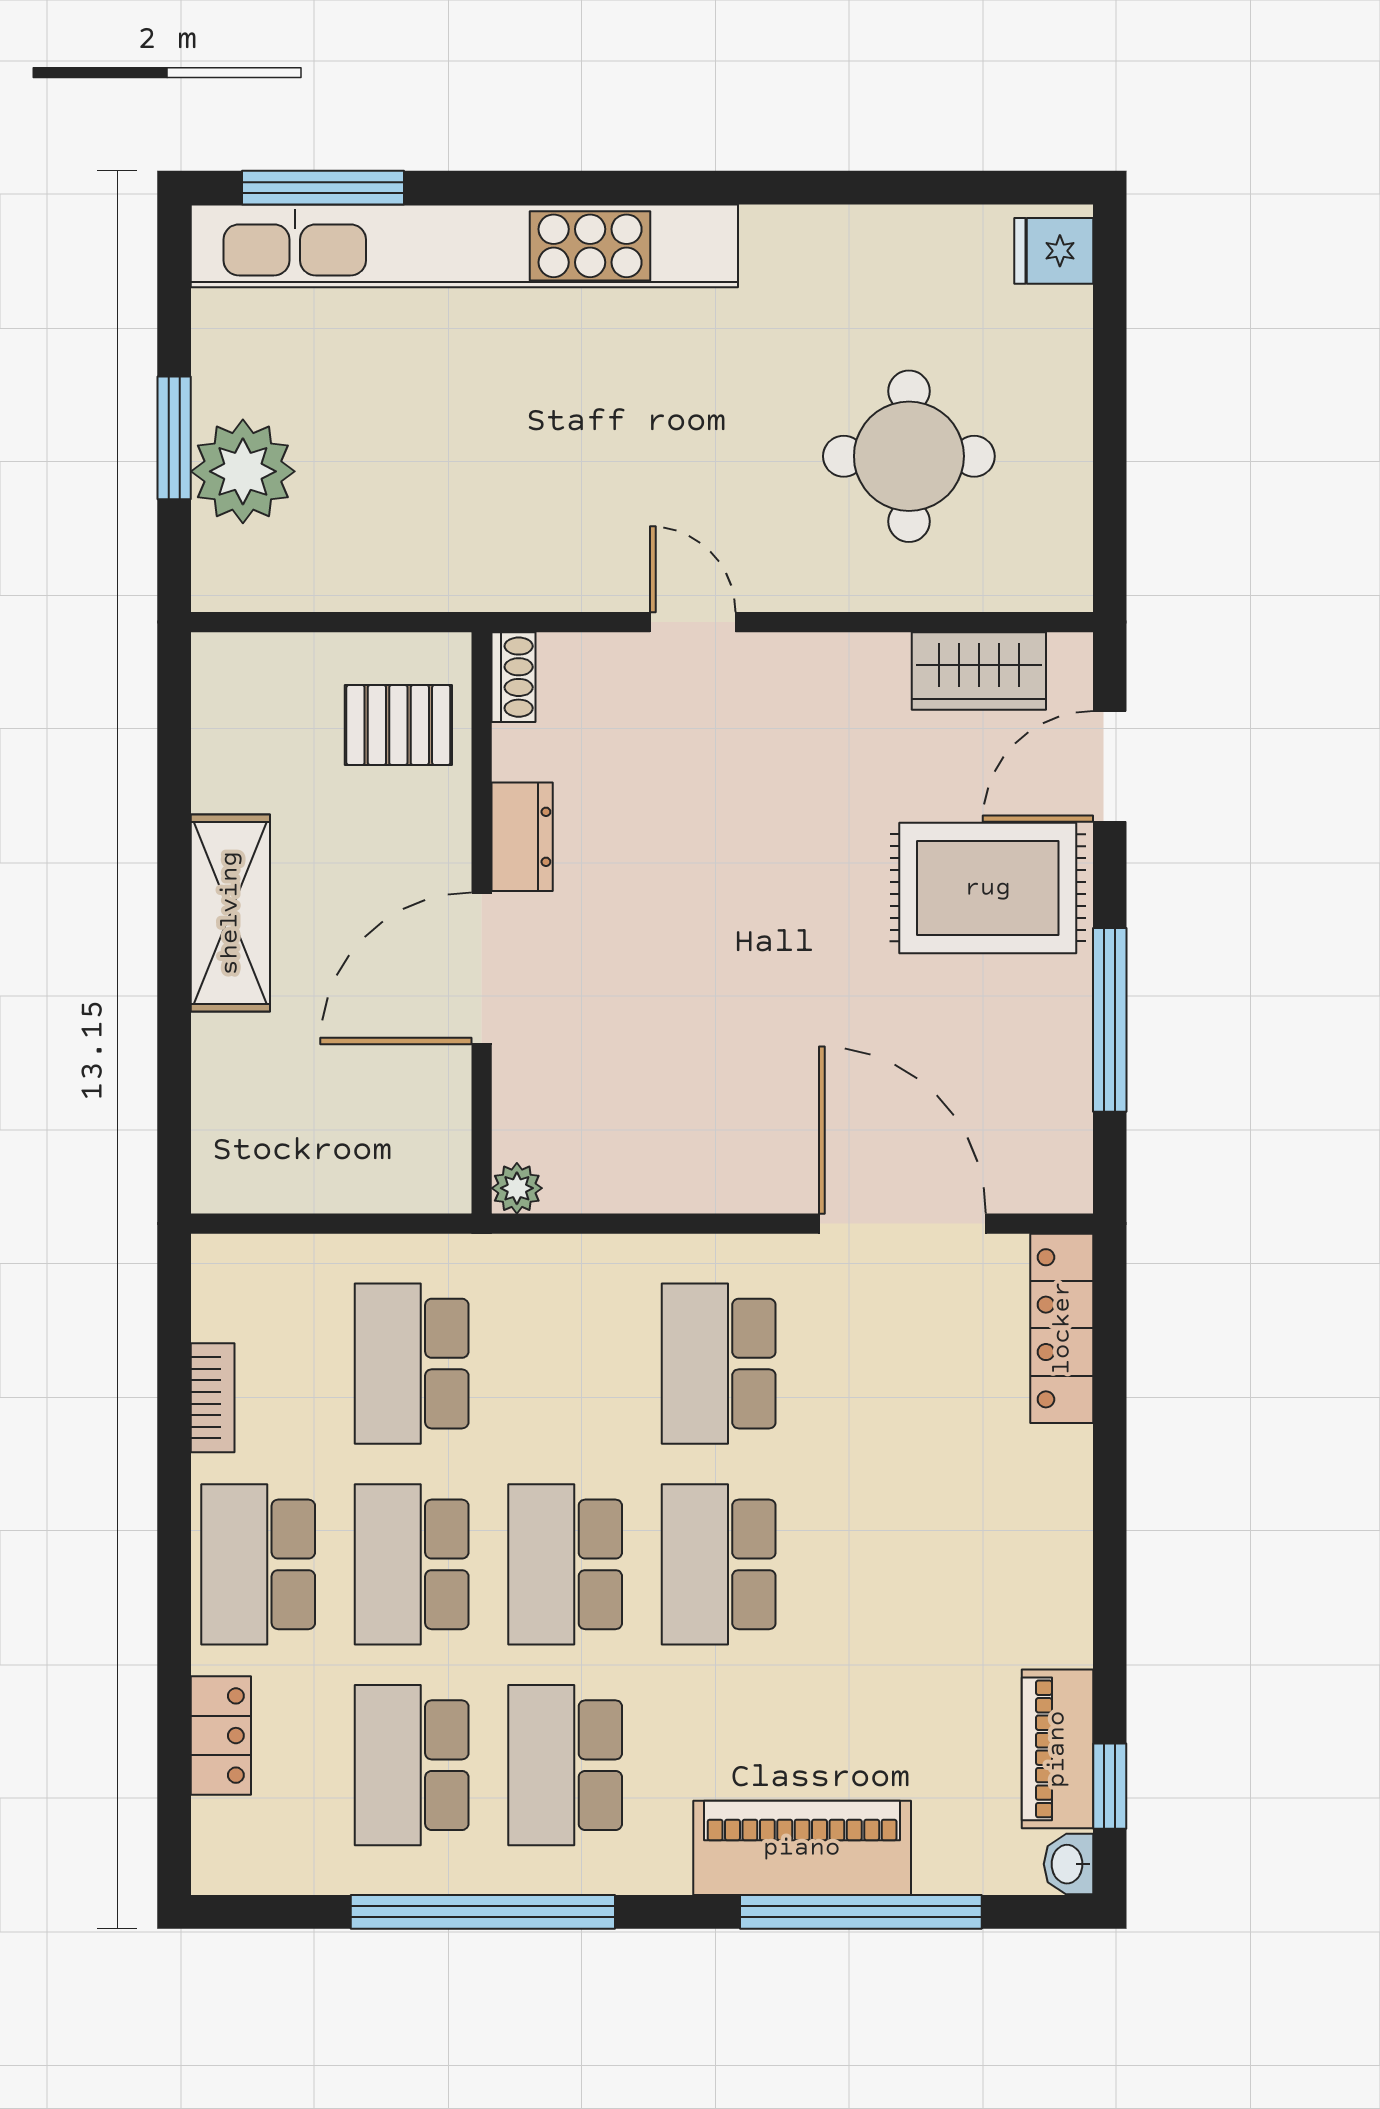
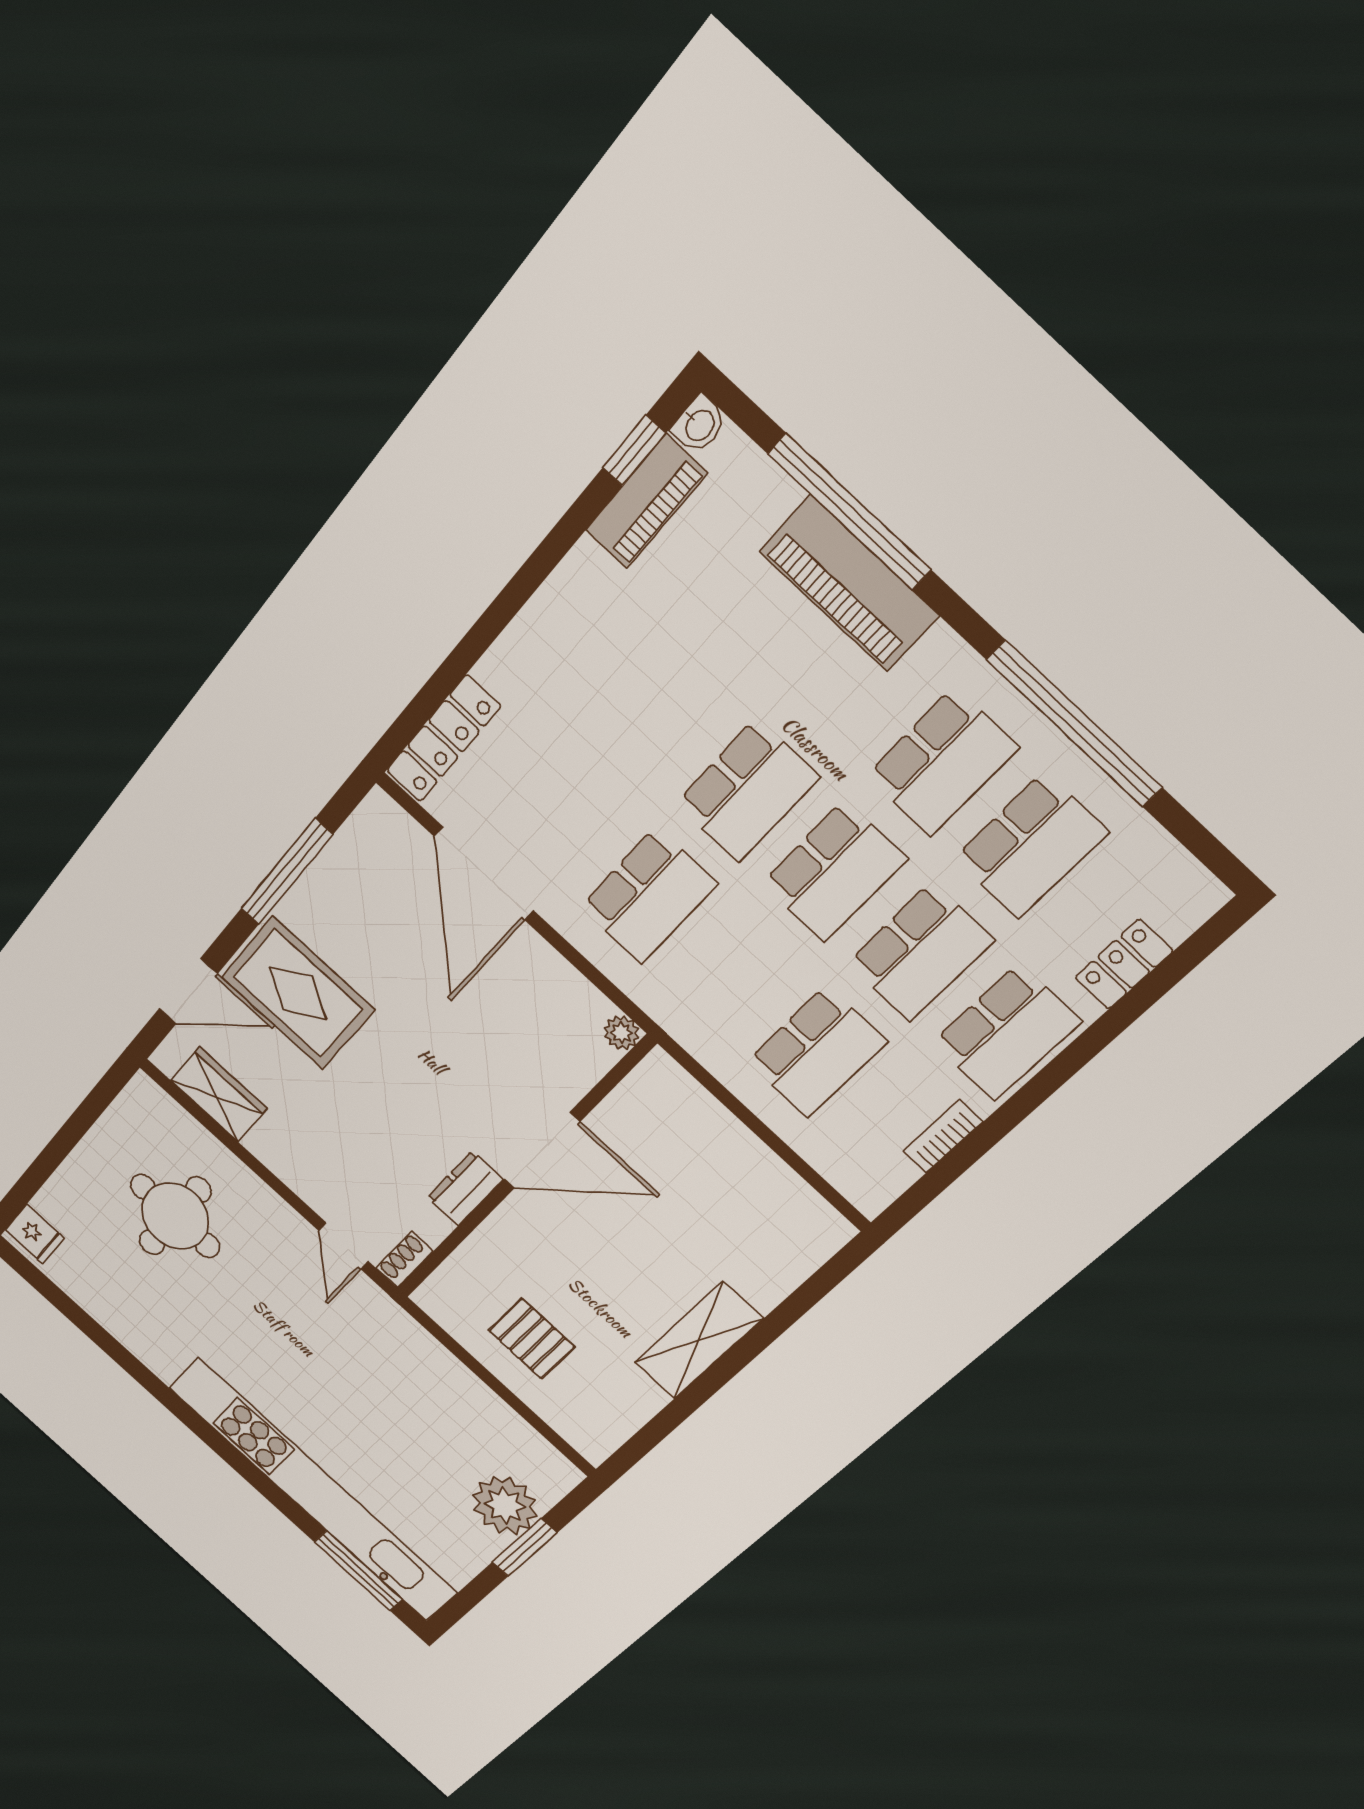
shoe rack: (513, 677) -> (405, 1260), moved
dresser: (522, 837) -> (465, 1189), moved
wall: (482, 923) -> (522, 1171), moved
door: (482, 968) -> (542, 1151), moved
plant: (517, 1188) -> (621, 1033), moved

